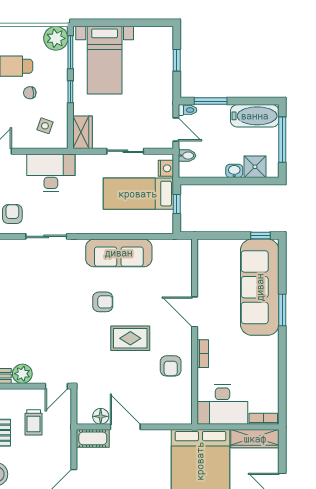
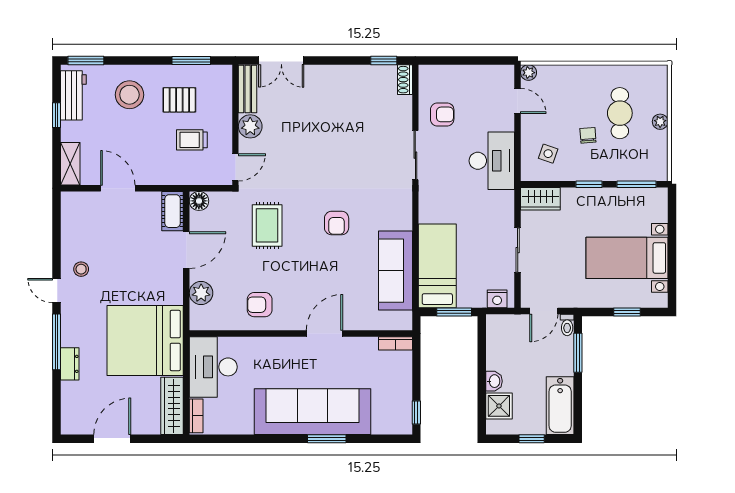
plant: (56, 38) -> (660, 122), moved, width x0.53, depth x0.53
bed with nightstands: (105, 60) -> (627, 258), moved
window: (282, 140) -> (532, 439), width x0.46
bidet: (187, 156) -> (512, 324), removed
bed: (138, 194) -> (437, 266), moved
window: (177, 204) -> (454, 312), width x1.50
sofa: (119, 253) -> (395, 271), moved
sofa: (260, 287) -> (312, 412), moved
rug: (130, 338) -> (267, 225), moved
bookcase: (203, 354) -> (395, 343), moved
door: (56, 386) -> (235, 167), swing flipped
plant: (161, 415) -> (201, 293), added
floor lamp: (101, 416) -> (199, 201), moved

